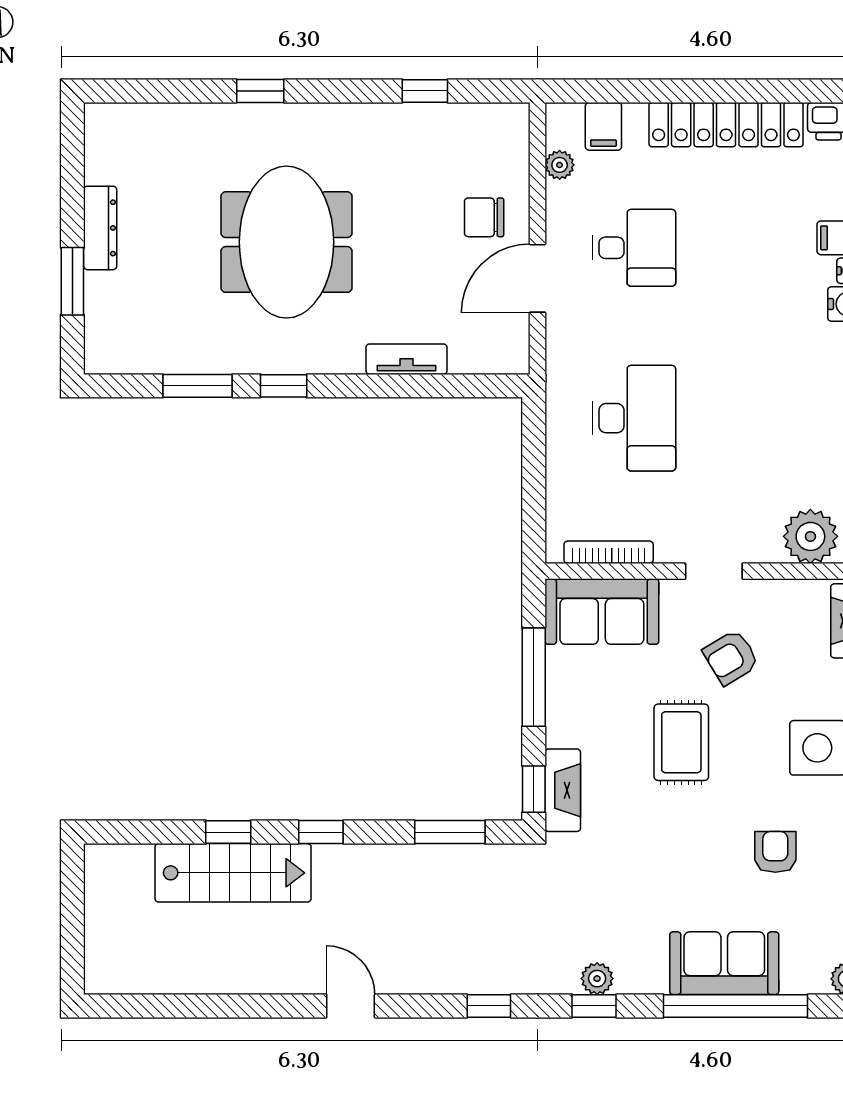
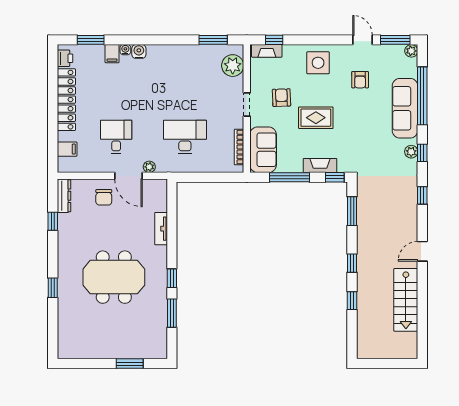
plant: (560, 165) -> (149, 167), moved
dresser: (100, 228) -> (64, 196), moved, turned 90
armchair: (731, 657) -> (281, 98), turned -151
fireplace: (563, 790) -> (320, 166), moved
armchair: (775, 852) -> (360, 80), turned -90
stairs: (233, 873) -> (406, 300), moved, turned 180
sofa: (724, 963) -> (405, 108), width x1.36

